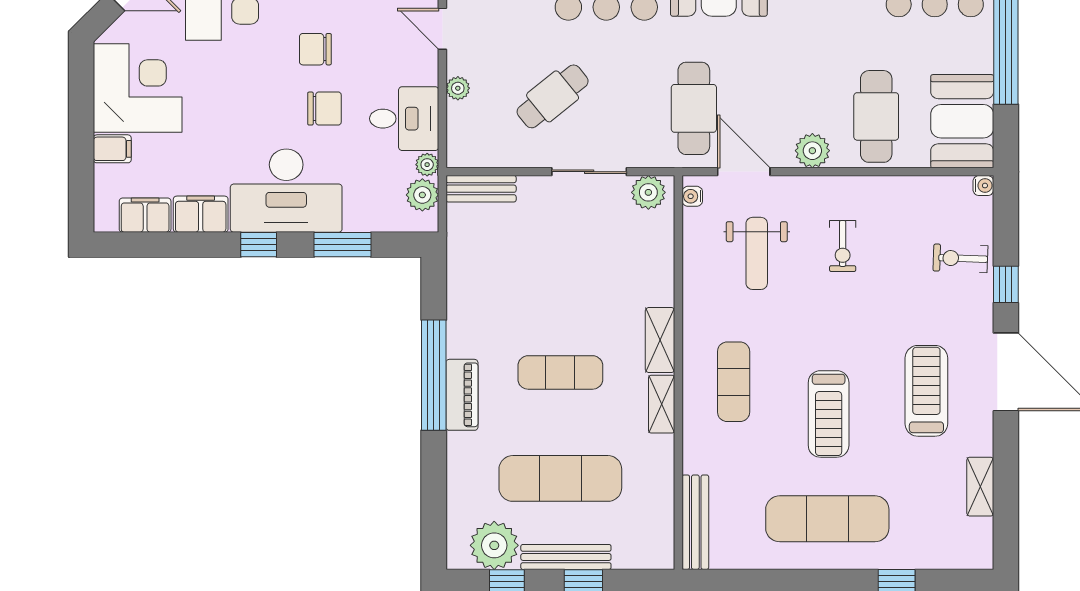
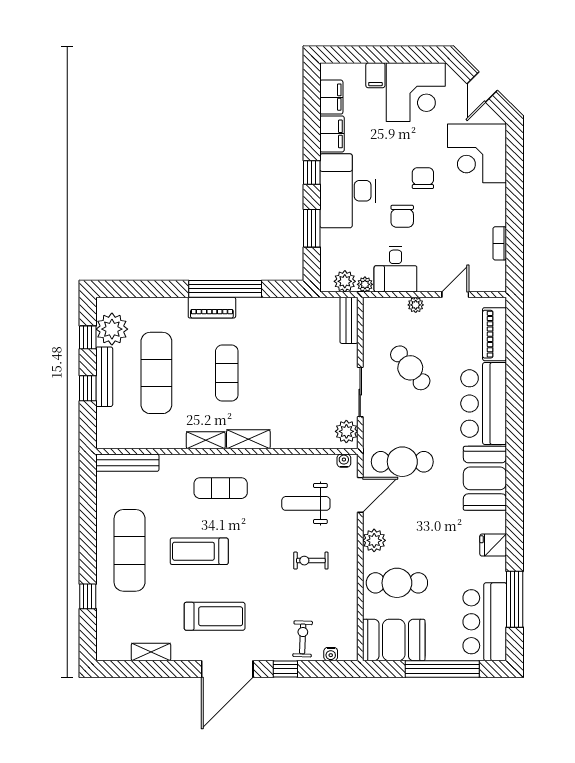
chair: (315, 49) -> (423, 178), moved
water cooler: (983, 186) -> (331, 654), moved

